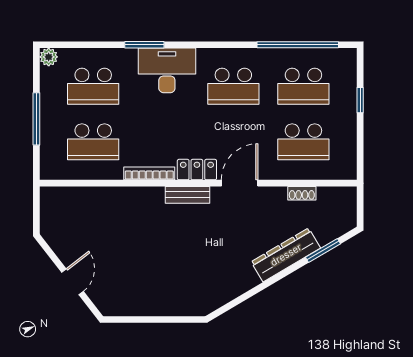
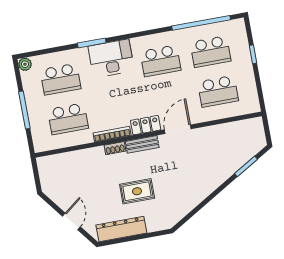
shoe rack: (302, 193) -> (115, 148), moved
dresser: (286, 255) -> (121, 229), moved, turned 31
rug: (169, 257) -> (137, 191), added

